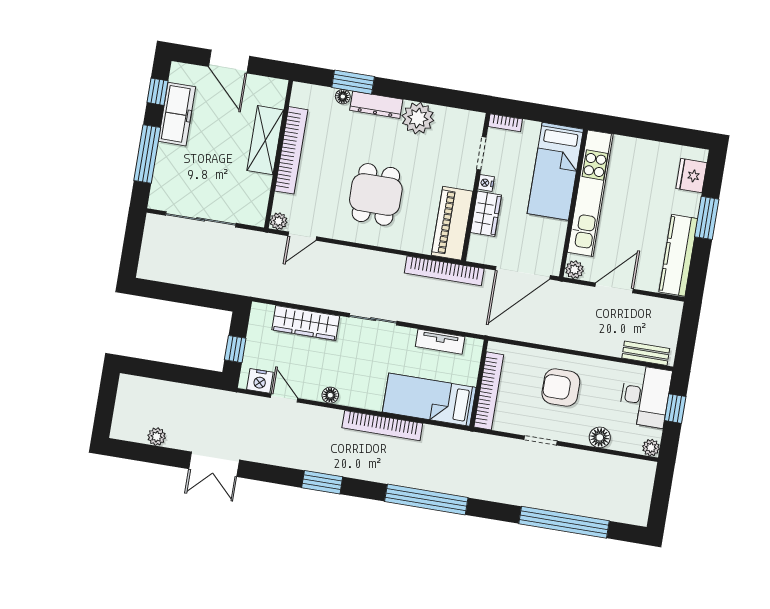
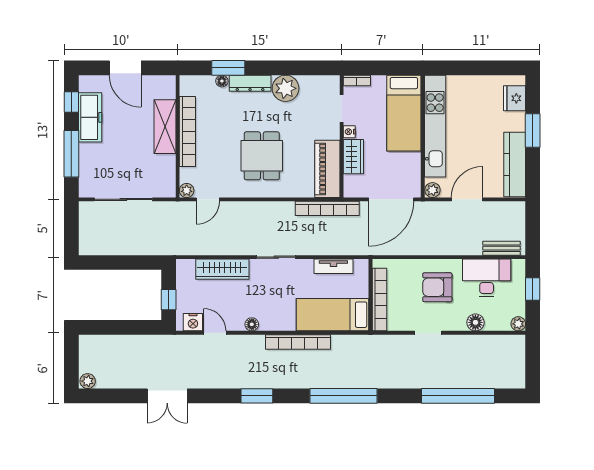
desk: (645, 396) -> (487, 278), moved, turned -90
plant: (157, 437) -> (88, 381), moved

